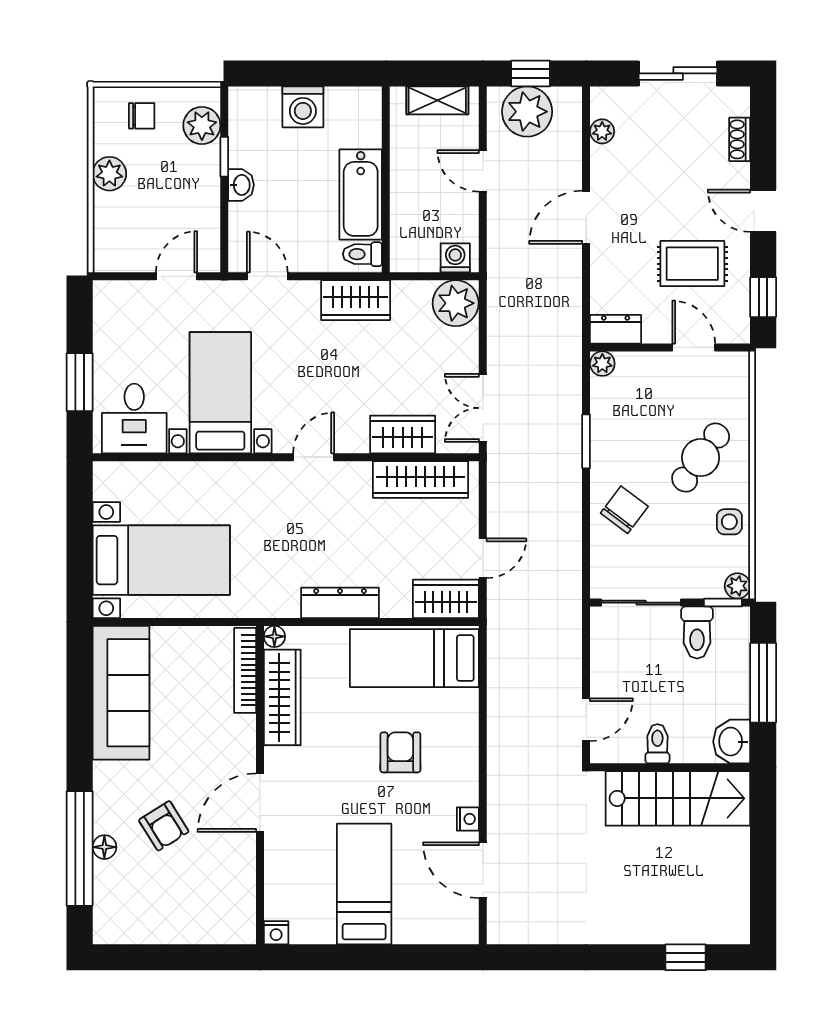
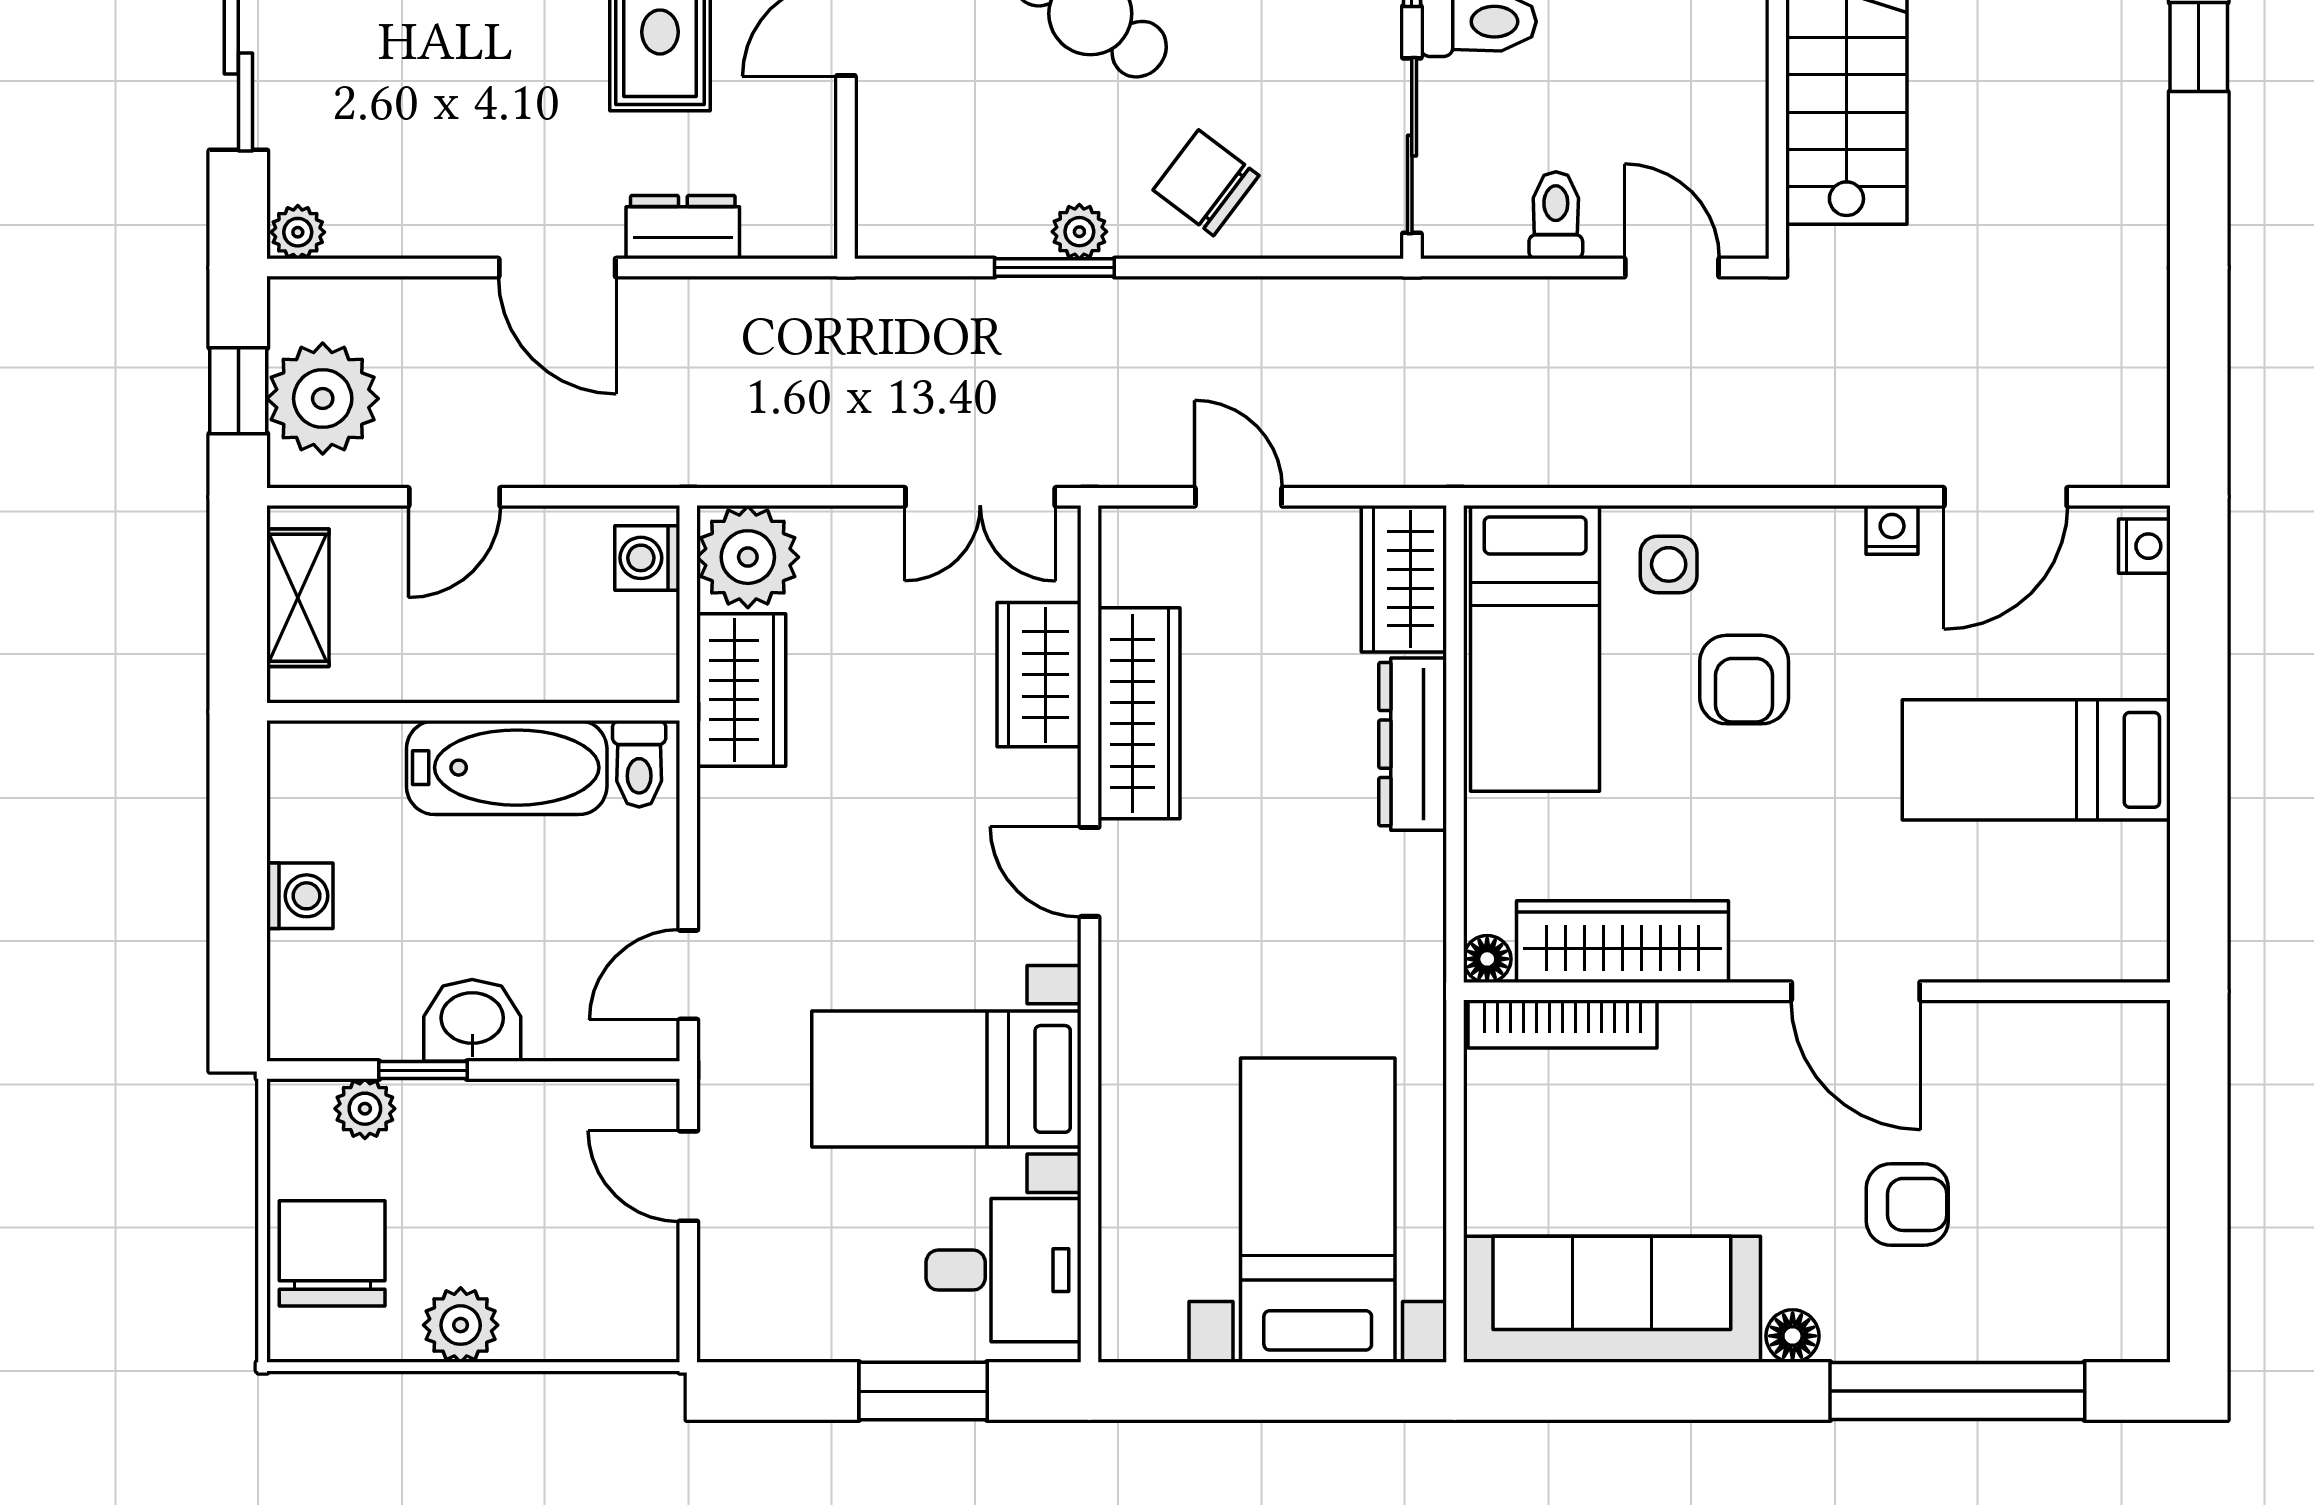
washing machine: (303, 107) -> (300, 896), width x0.73, depth x0.73
chair: (142, 116) -> (332, 1253), width x1.87, depth x1.87
plant: (202, 125) -> (365, 1109), width x0.73, depth x0.73
plant: (602, 131) -> (298, 232), moved
washbasin: (241, 185) -> (472, 1020), width x1.38, depth x1.45
wardrobe: (356, 300) -> (741, 690), moved
dresser: (616, 329) -> (683, 227), moved, turned 90
plant: (602, 364) -> (1079, 232), moved
wardrobe: (421, 480) -> (1139, 713), moved
door: (483, 558) -> (1239, 497), moved
dresser: (340, 603) -> (1413, 744), moved
side table: (452, 718) -> (1669, 564), added
toilet: (657, 744) -> (1556, 215), moved, turned 90
armchair: (400, 752) -> (1744, 680), turned -90
armchair: (164, 826) -> (1907, 1204), turned 32
floor lamp: (104, 847) -> (1793, 1336), moved
nightstand: (276, 933) -> (2144, 546), moved

